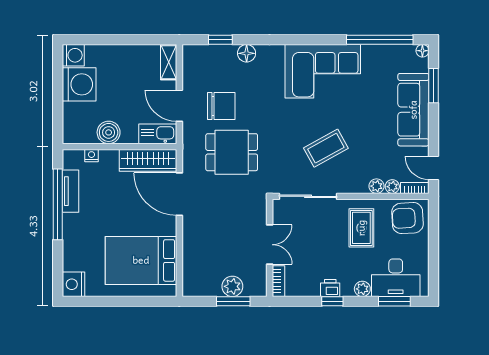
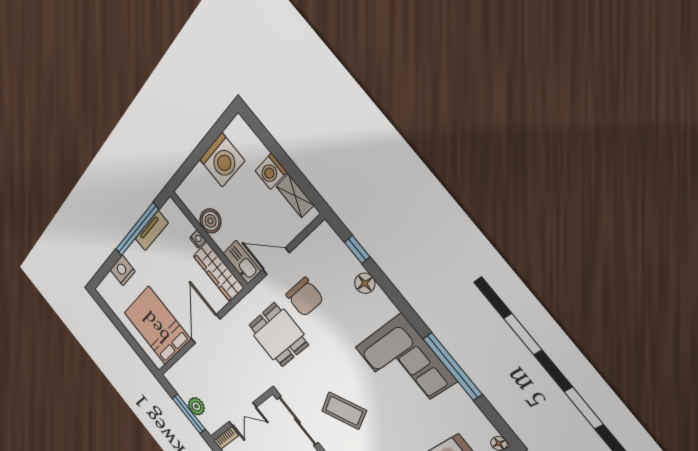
window: (380, 40) -> (453, 366), moved
washing machine: (73, 55) -> (271, 171), moved, turned 90
shelving: (169, 62) -> (295, 196), moved, turned 90
door: (179, 106) -> (276, 261), hinge flipped
nightstand: (91, 156) -> (198, 239), moved
door: (179, 194) -> (206, 329), moved
nightstand: (74, 284) -> (123, 270), moved
window: (233, 301) -> (189, 414), width x1.44

